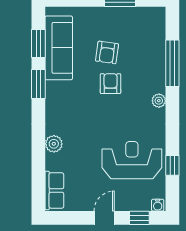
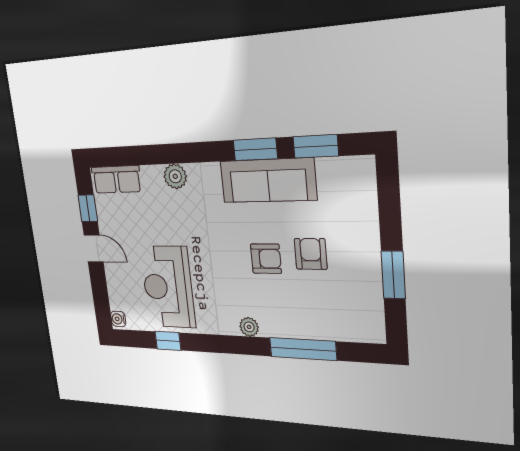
sofa: (59, 48) -> (268, 180), moved
armchair: (107, 52) -> (311, 254), turned 82
reception desk: (132, 160) -> (168, 287), turned 180
window: (139, 218) -> (88, 208), moved

